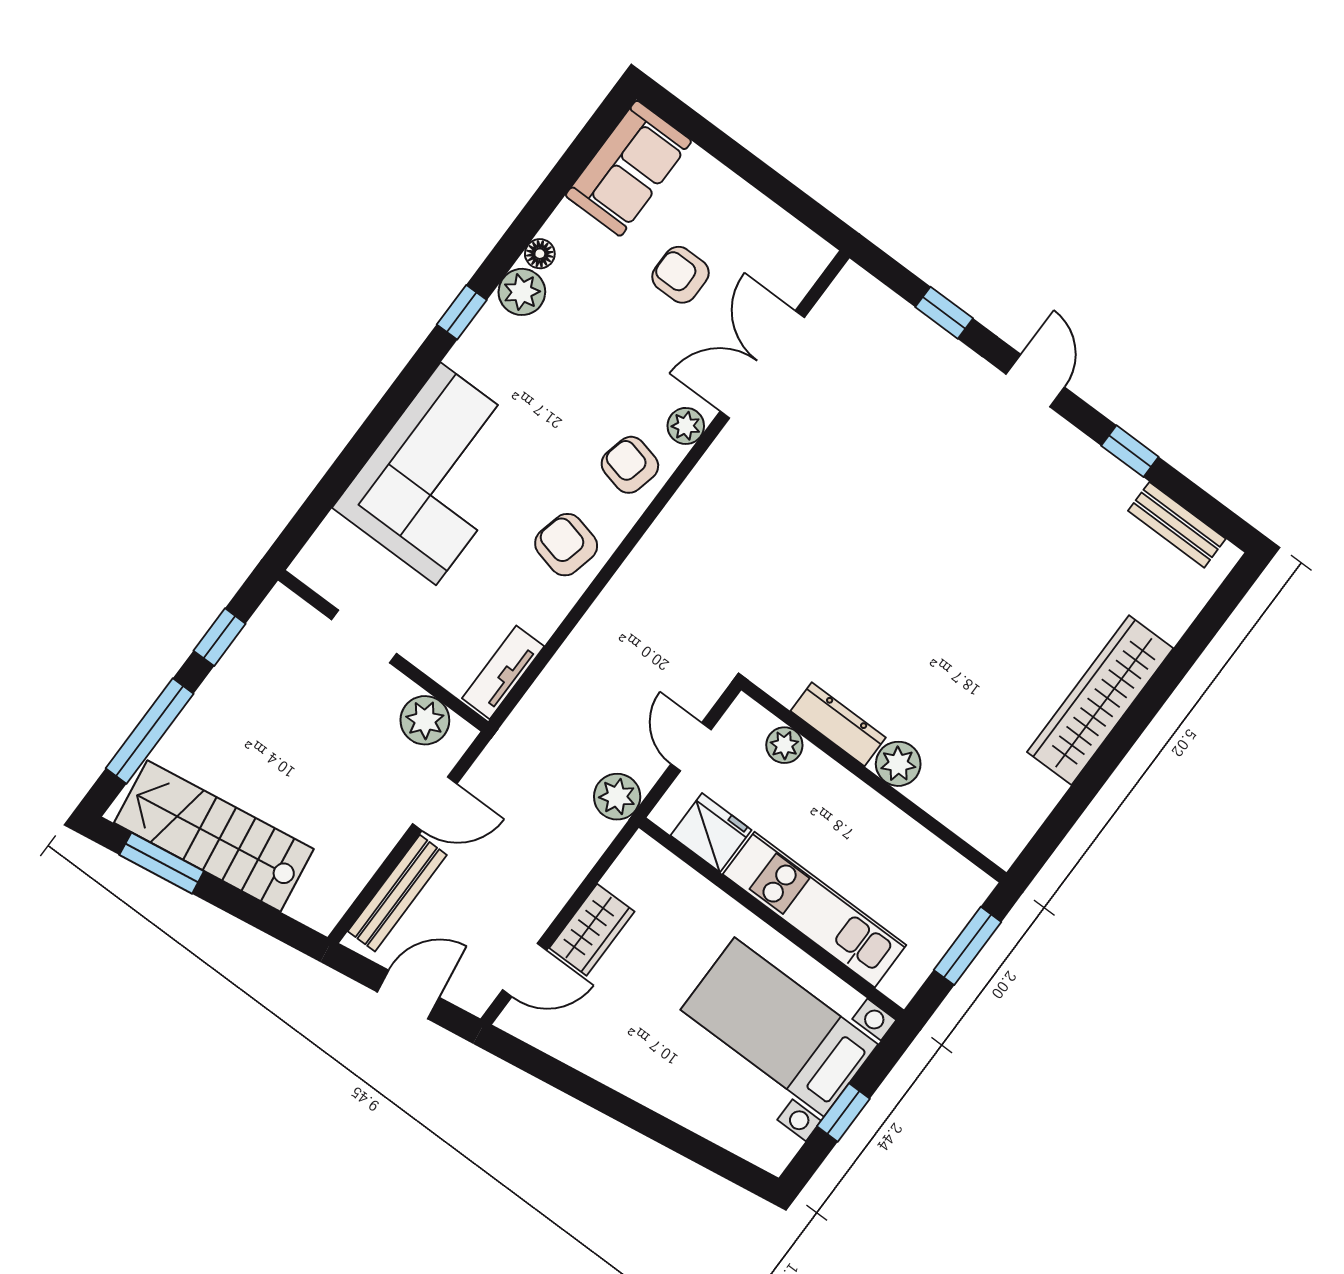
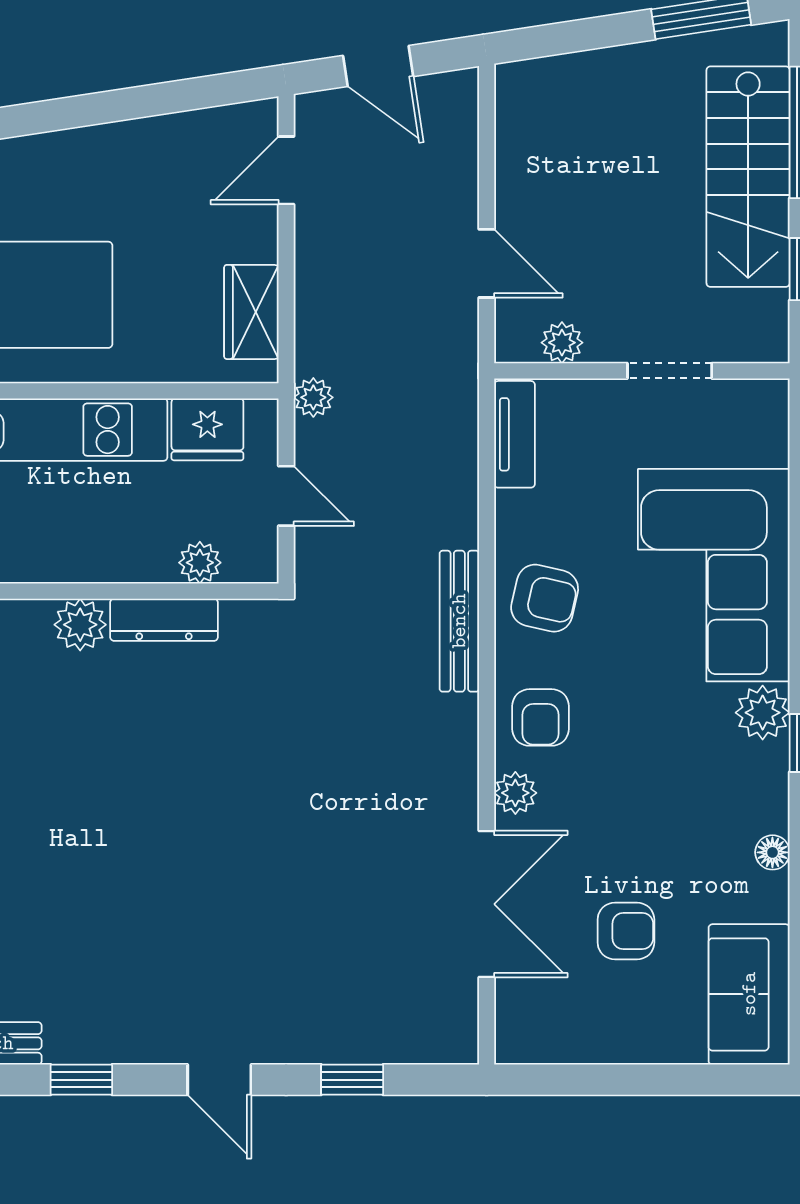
plant: (522, 292) -> (763, 713), moved
armchair: (630, 465) -> (541, 717), turned 77
plant: (425, 720) -> (562, 343), width x0.73, depth x0.73
plant: (617, 797) -> (313, 397), width x0.73, depth x0.73
door: (435, 804) -> (487, 263), swing flipped
stairs: (214, 836) -> (748, 177), moved, turned 99
bench: (397, 893) -> (459, 621), moved
wardrobe: (592, 930) -> (251, 312), moved
door: (408, 995) -> (378, 66), hinge flipped

